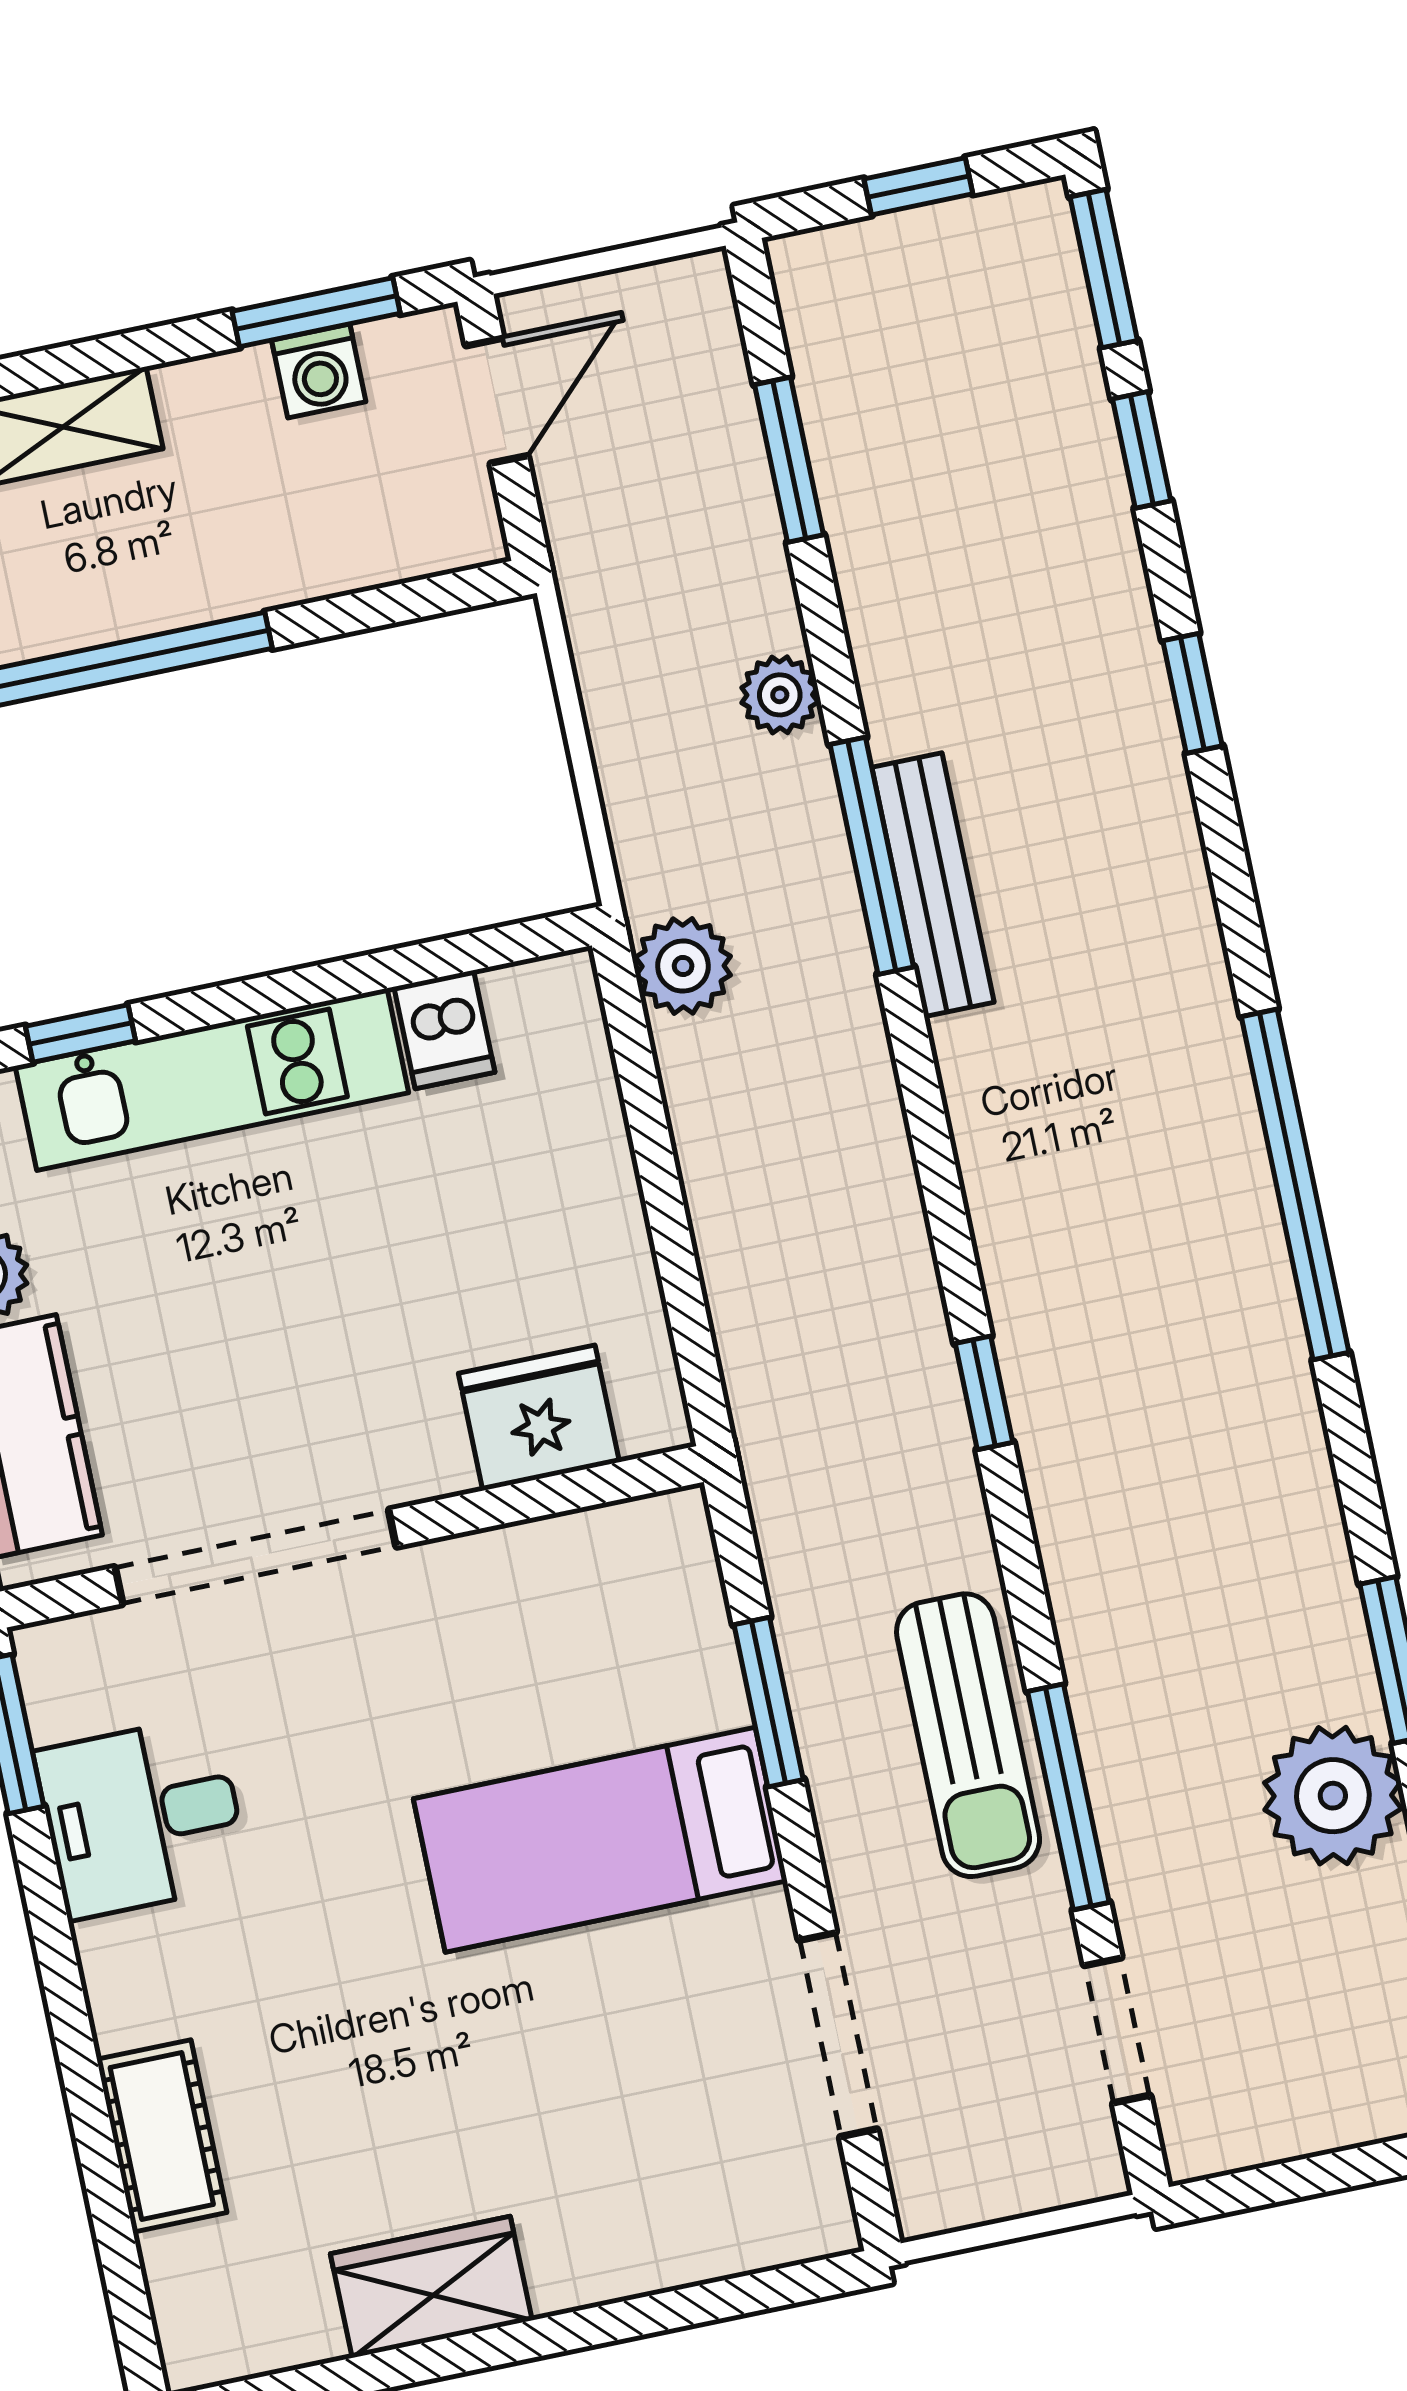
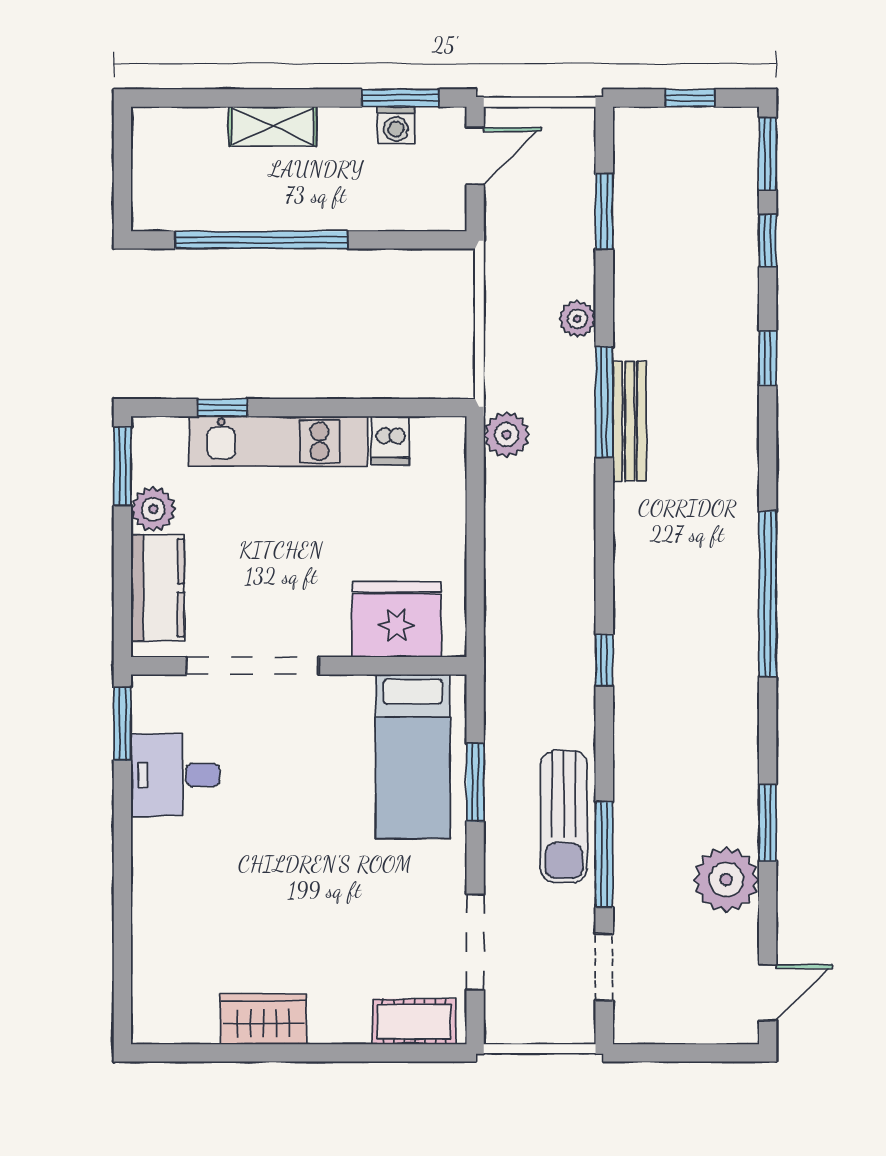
fridge: (539, 1418) -> (397, 619), width x1.36, depth x1.34
bed: (600, 1840) -> (413, 757), moved, turned -90
cot: (162, 2136) -> (414, 1022), moved, turned 90

